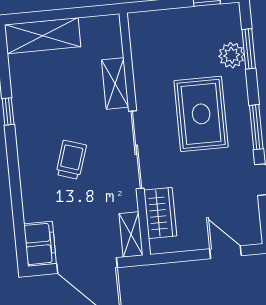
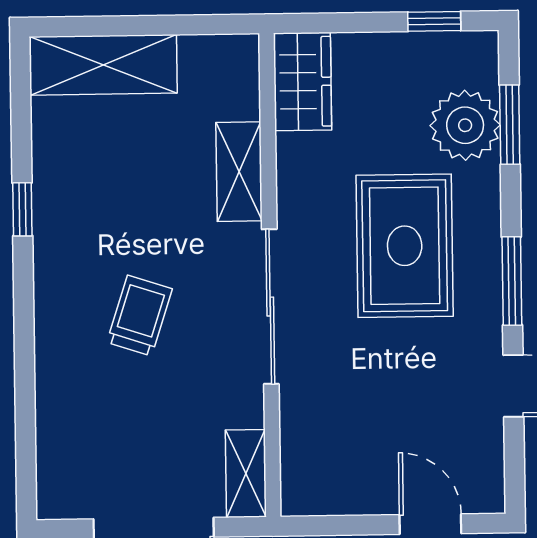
plant: (232, 55) -> (465, 125), width x1.36, depth x1.36
wardrobe: (160, 213) -> (303, 82), moved
filing cabinet: (40, 244) -> (64, 477), removed

